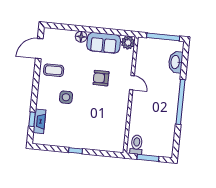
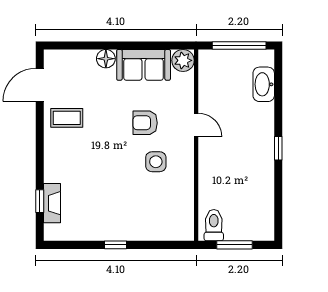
side table: (66, 97) -> (156, 162), moved
window: (180, 102) -> (278, 148), width x0.32

